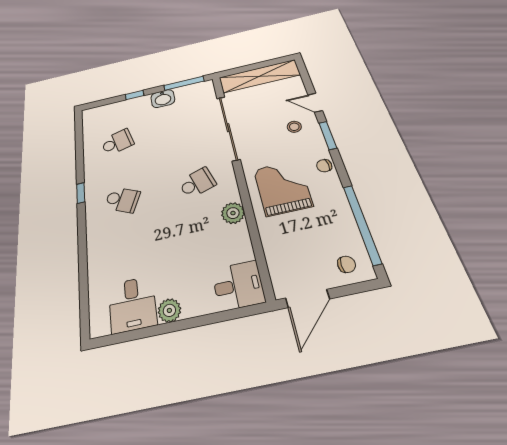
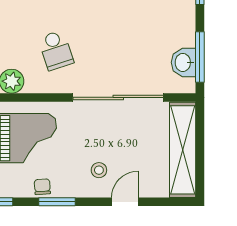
washbasin: (163, 99) -> (184, 62), moved
window: (328, 135) -> (57, 202), moved

